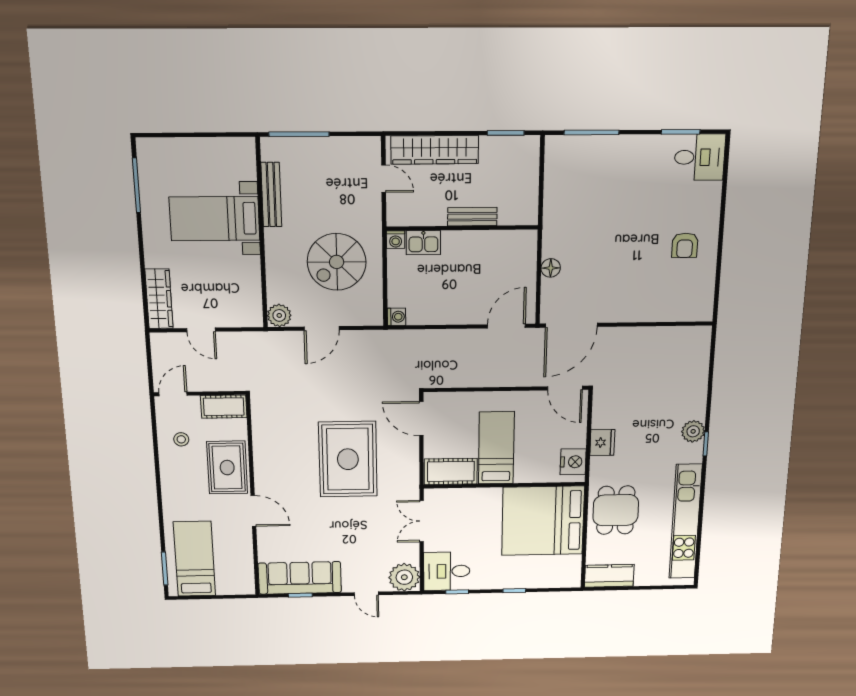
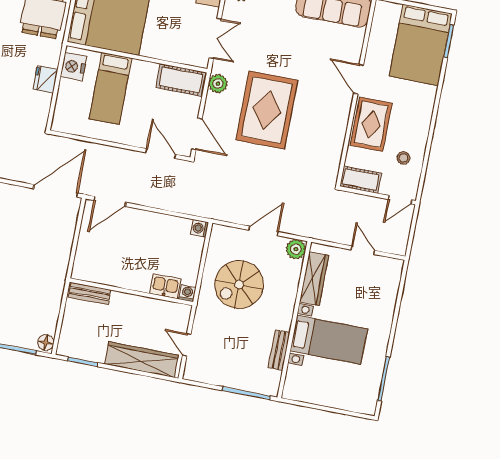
bench: (271, 195) -> (279, 350), width x0.73
bench: (472, 217) -> (90, 294), moved
spiral stairs: (337, 262) -> (239, 285), turned 180
floor lamp: (551, 268) -> (46, 343), moved
wardrobe: (159, 299) -> (314, 279), moved, turned 180
door: (565, 388) -> (161, 154), moved
bed: (496, 448) -> (110, 88), moved
plant: (409, 476) -> (218, 84), added
bed: (194, 559) -> (421, 45), width x1.50

